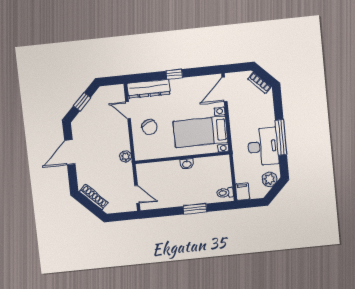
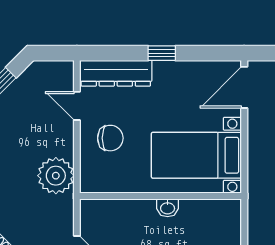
chair: (149, 127) -> (110, 138), turned -67
plant: (126, 156) -> (56, 176), width x1.87, depth x1.87

